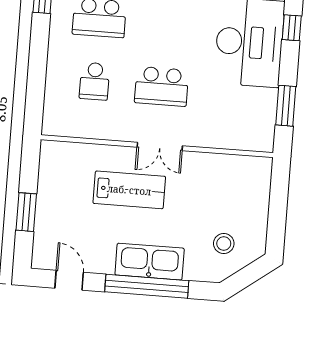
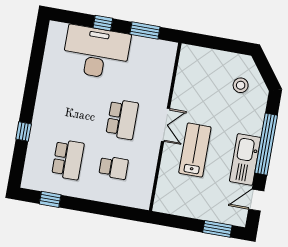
window: (292, 28) -> (103, 23), moved
window: (26, 212) -> (217, 229), moved
kitchen sink: (150, 262) -> (245, 159), moved

